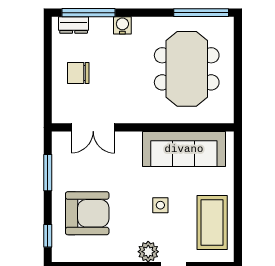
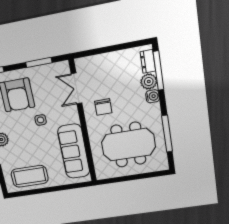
window: (201, 13) -> (167, 134), moved
plant: (101, 28) -> (149, 82), added
chair: (78, 73) -> (103, 107), moved, turned 180
side table: (160, 205) -> (41, 120), moved

